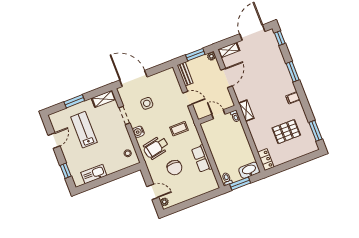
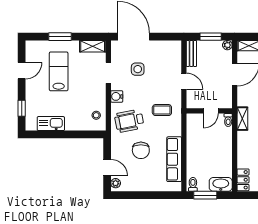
door: (218, 114) -> (211, 111), swing flipped
row of seats: (202, 159) -> (174, 159), width x1.48

